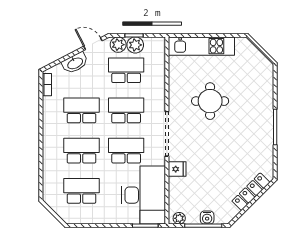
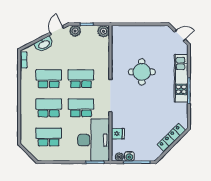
door: (93, 44) -> (57, 30), hinge flipped
plant: (135, 45) -> (103, 31), moved
kitchen unit: (201, 46) -> (181, 78), moved, turned 90
door: (263, 51) -> (180, 36), added
school desk: (126, 70) -> (81, 50), removed
fridge: (177, 169) -> (118, 134), moved
water cooler: (207, 218) -> (129, 156), moved

